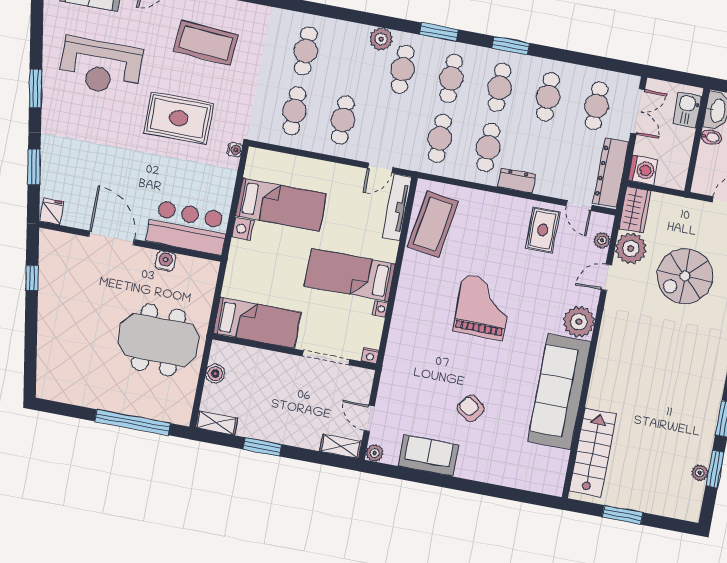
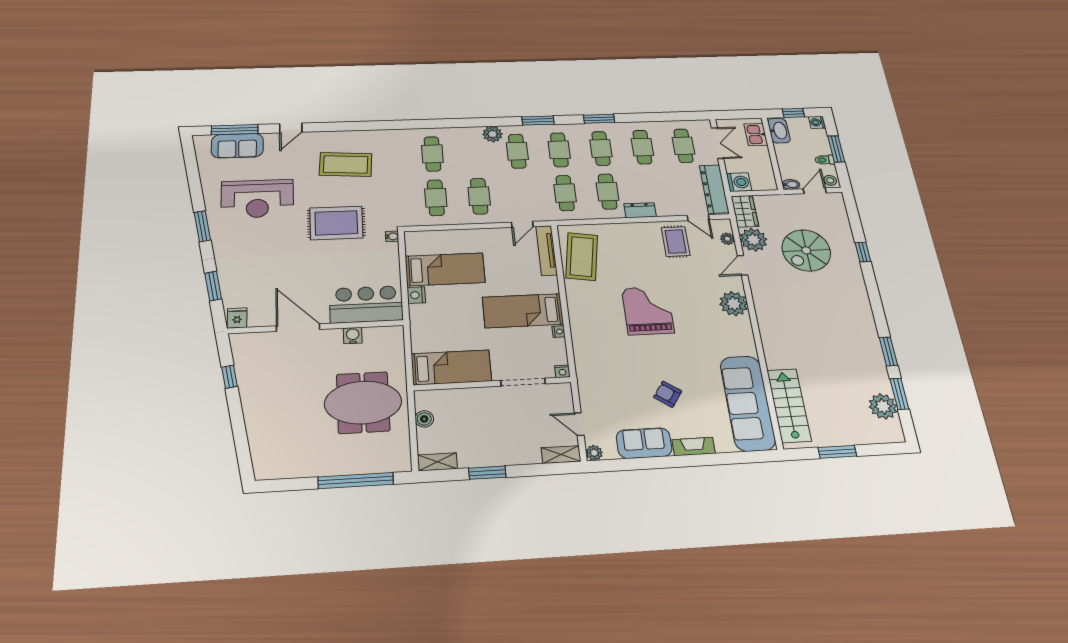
bidet: (711, 137) -> (791, 184), moved
sofa: (559, 392) -> (748, 403), moved
fireplace: (477, 472) -> (694, 447), added
plant: (700, 473) -> (883, 406), width x1.88, depth x1.88

